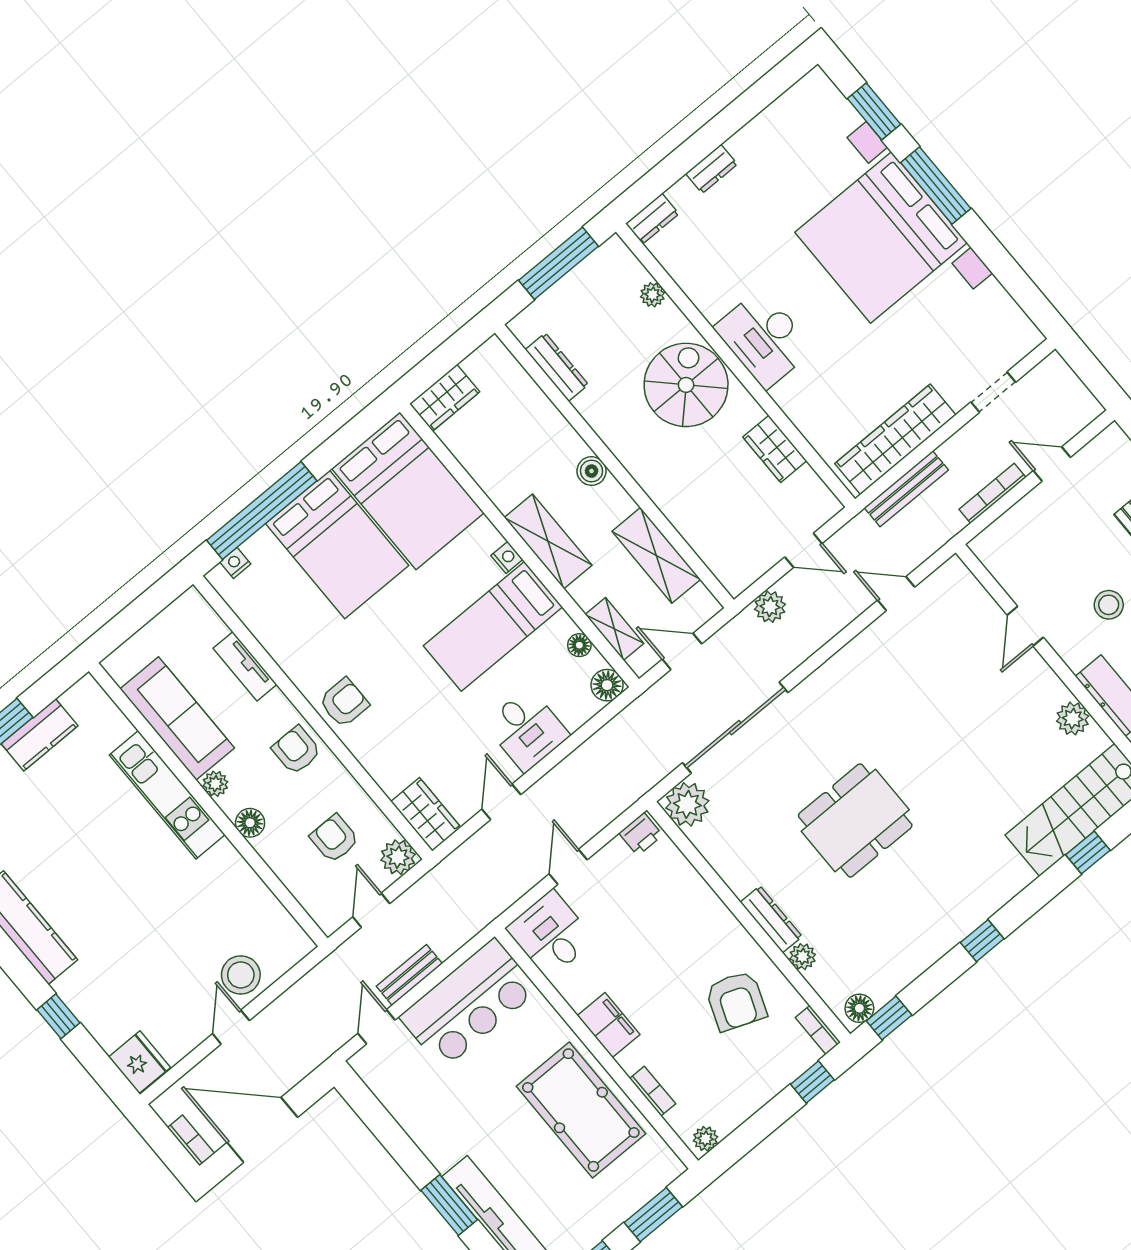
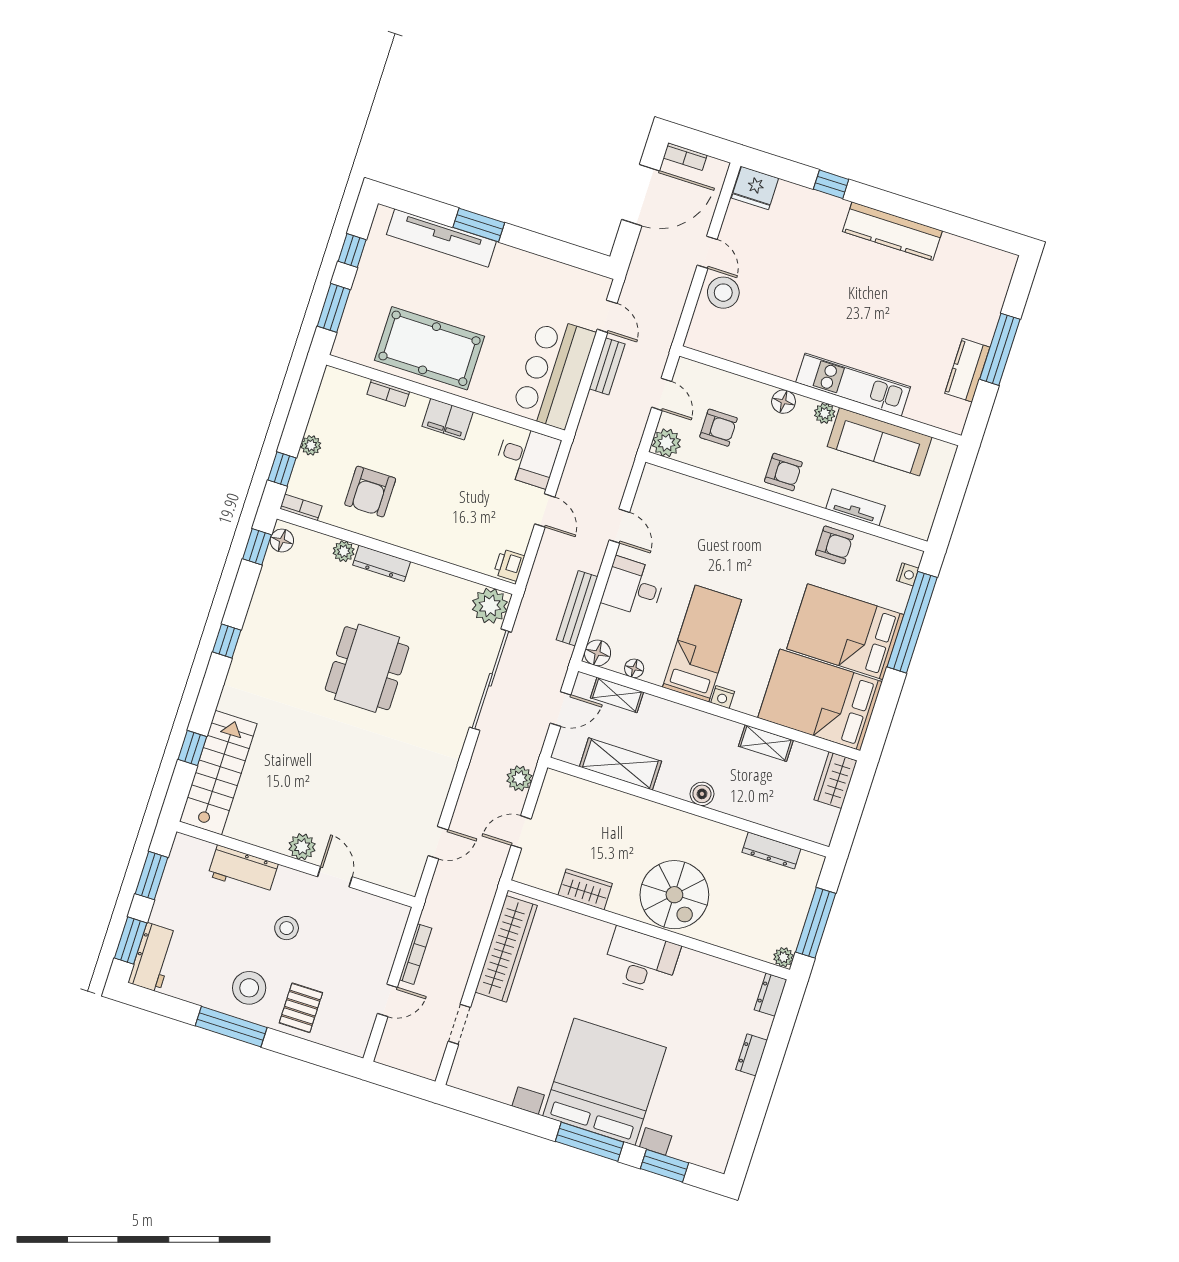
plant: (653, 295) -> (783, 957), moved
bench: (906, 489) -> (577, 608), moved
shelving: (548, 541) -> (766, 743), moved, width x0.67, depth x0.75
armchair: (344, 702) -> (834, 545), moved, turned -90
plant: (1073, 719) -> (302, 847), moved
wardrobe: (426, 814) -> (666, 484), removed
armchair: (736, 1001) -> (370, 492), turned -111
plant: (706, 1139) -> (311, 445), moved

